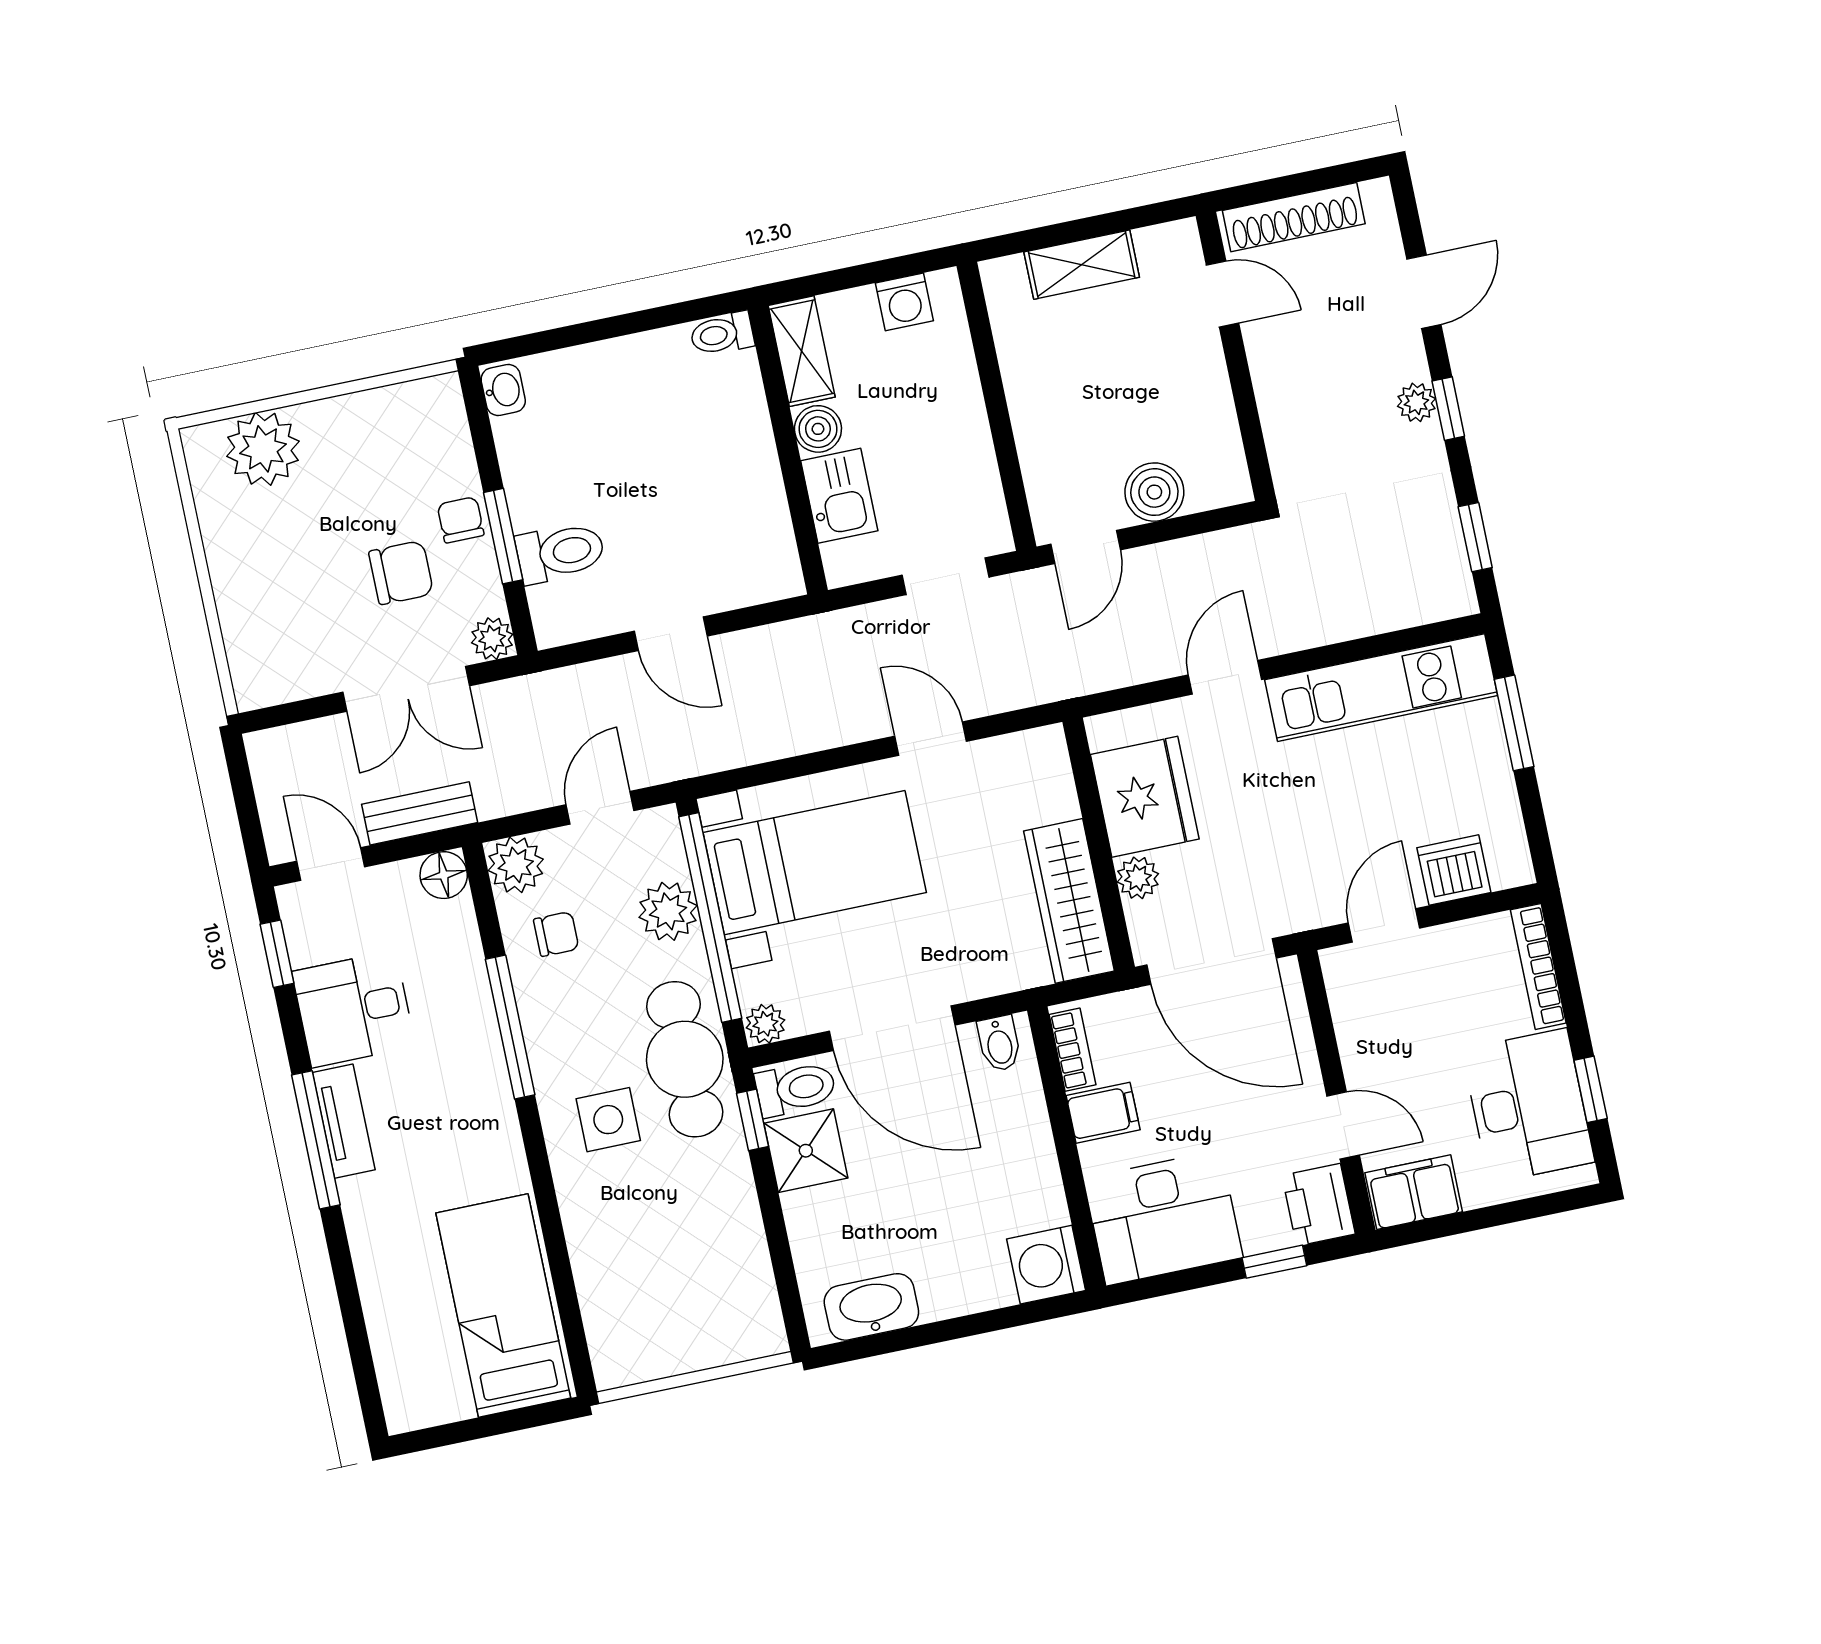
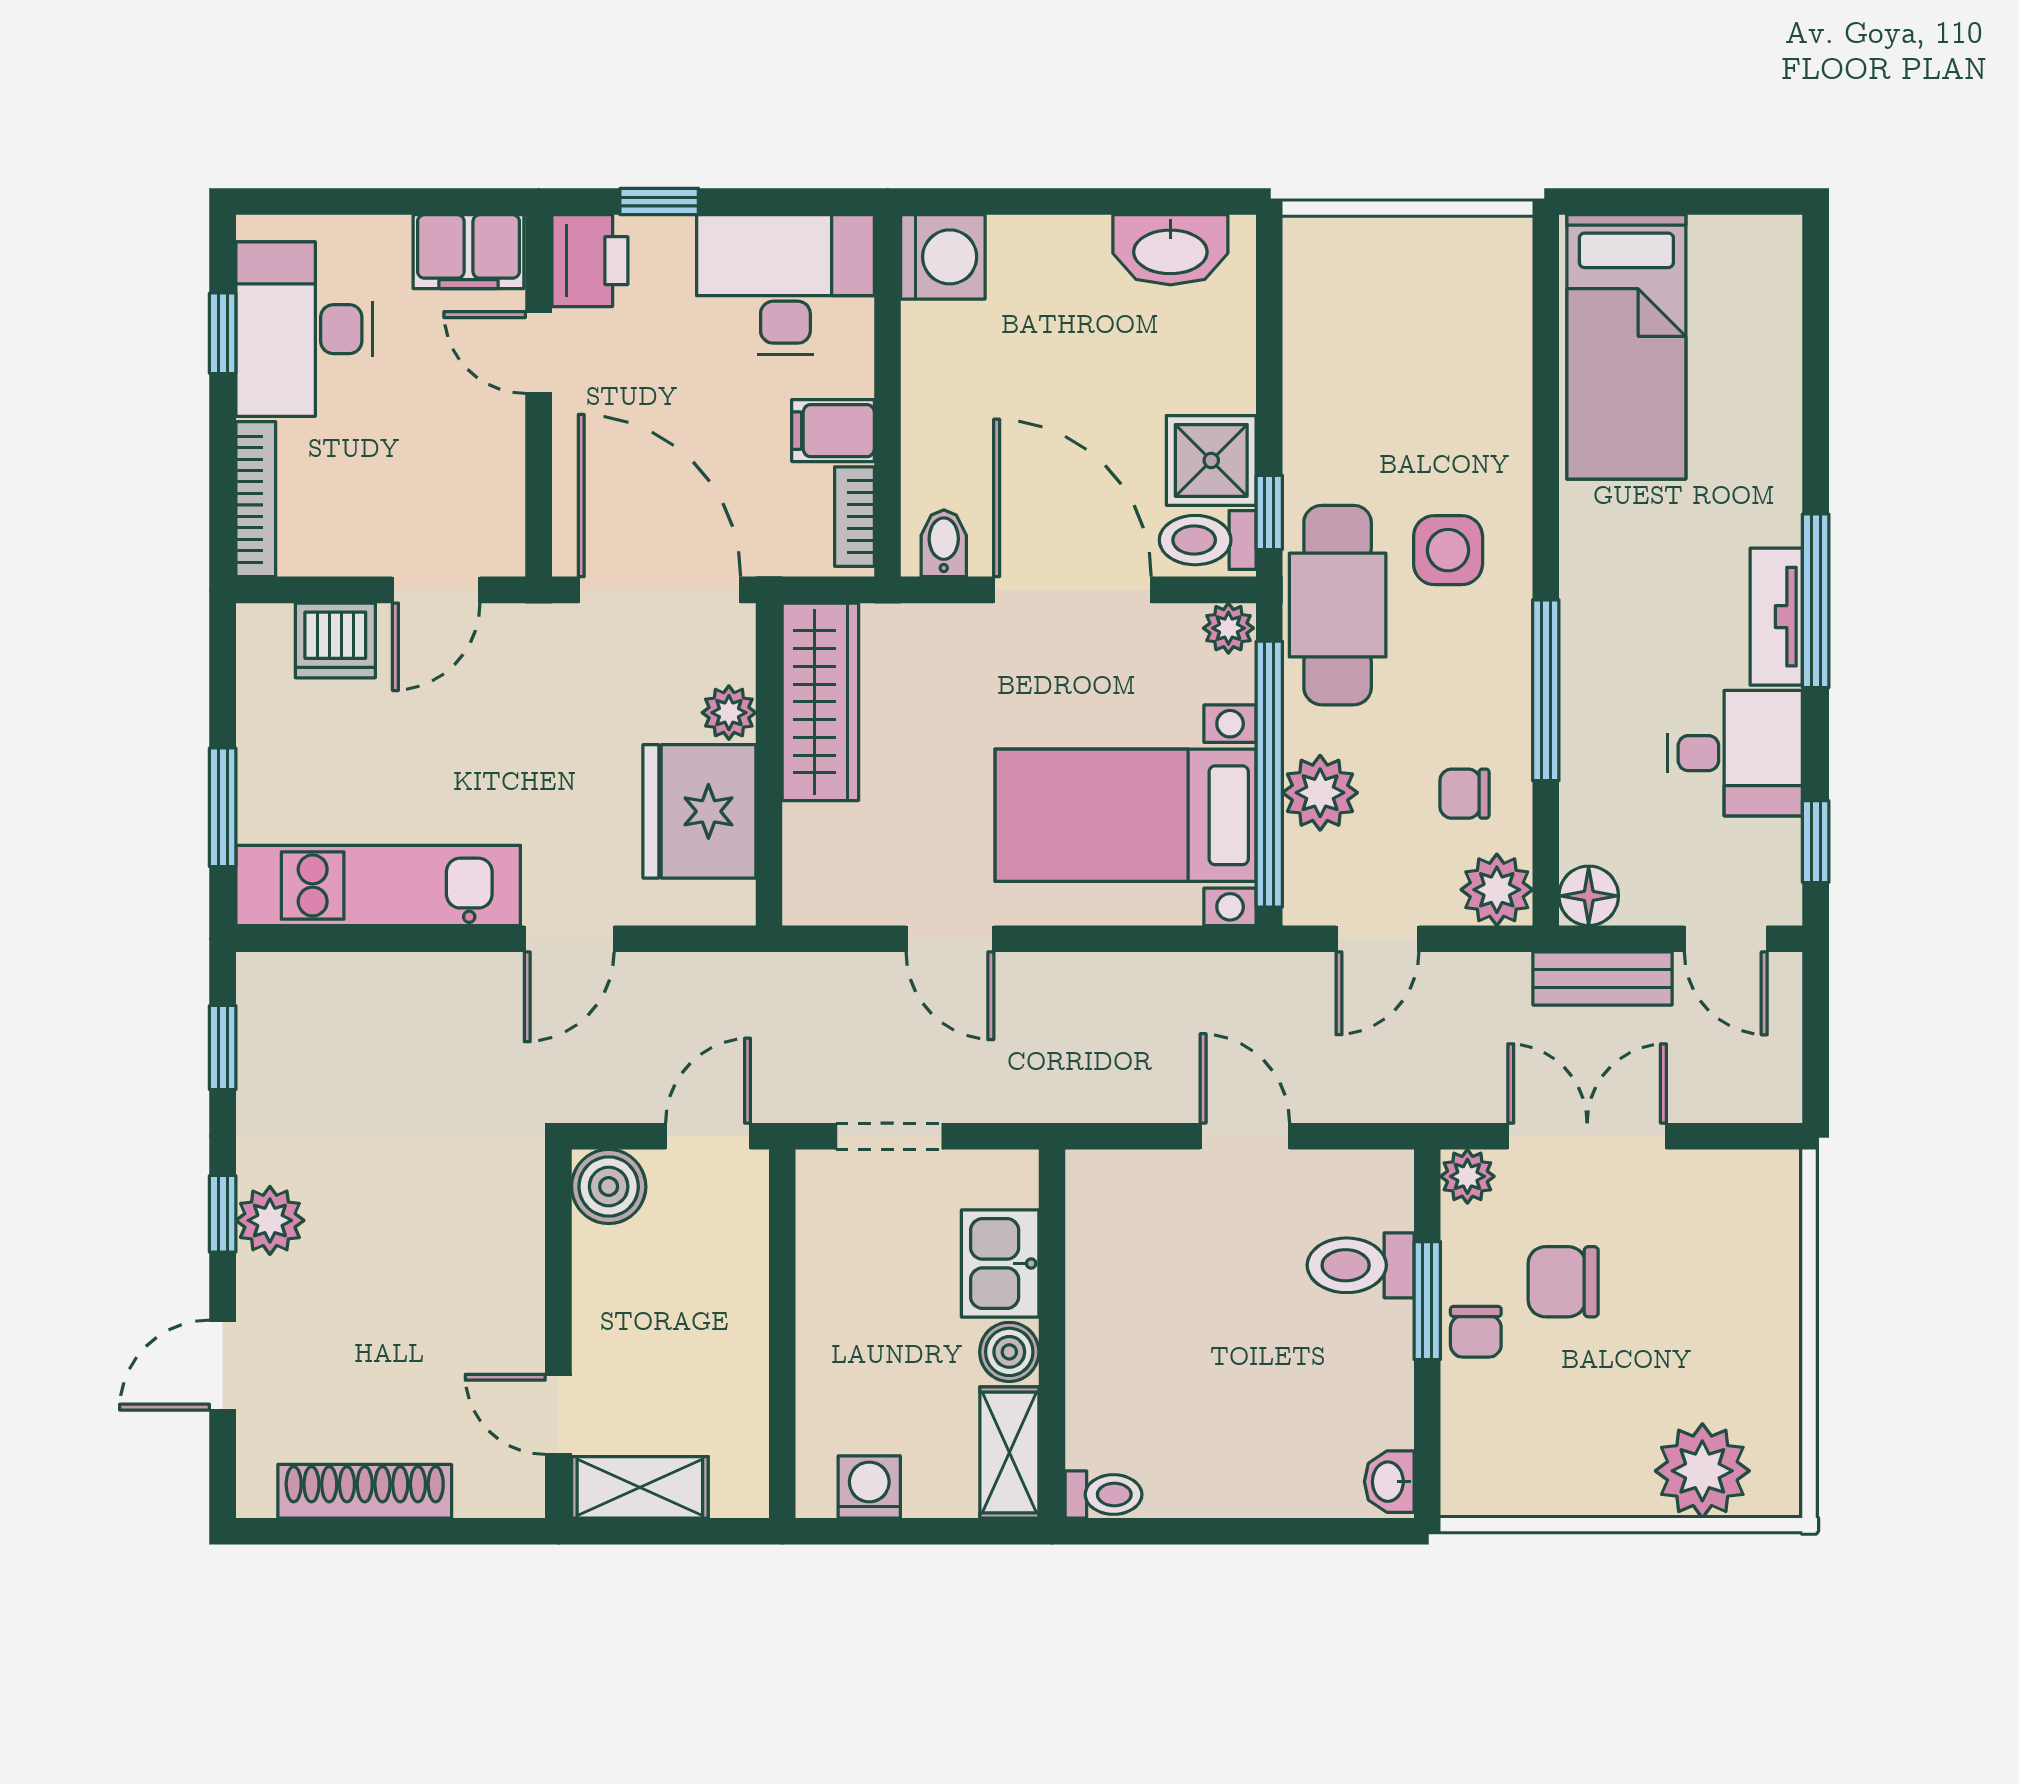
door: (1223, 294) -> (558, 1414), moved
wall: (1236, 356) -> (558, 1334), moved
plant: (1416, 402) -> (270, 1220), width x1.38, depth x1.38

